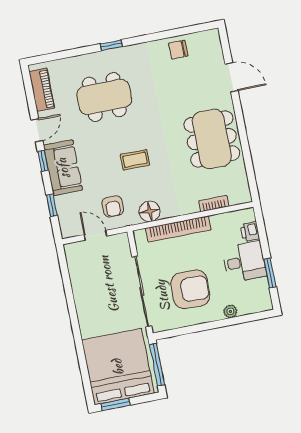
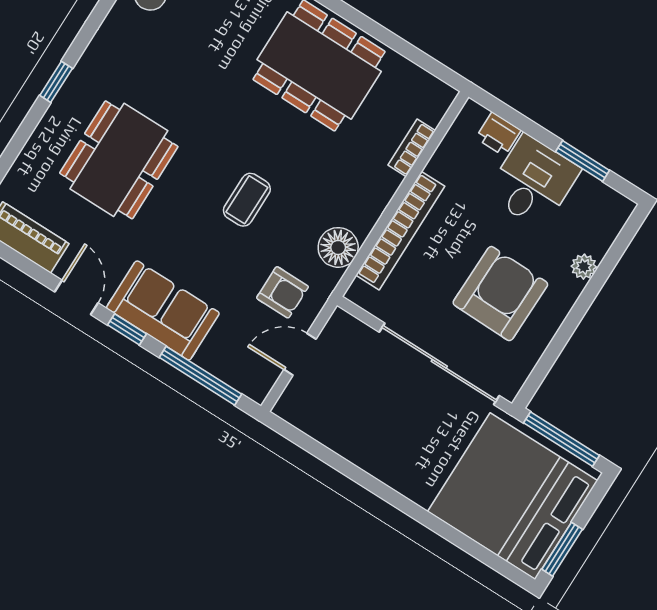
window: (52, 205) -> (200, 376), width x2.17

